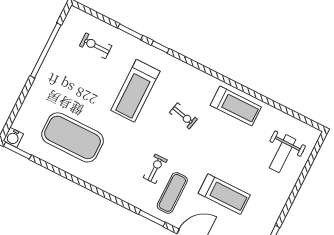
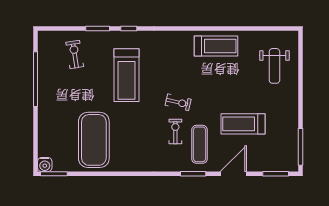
exercise bike: (96, 46) -> (75, 54), turned 81
exercise bike: (183, 116) -> (178, 102), moved
exercise mat: (73, 137) -> (94, 140), turned 90
treadmill: (224, 194) -> (243, 124), turned 180

